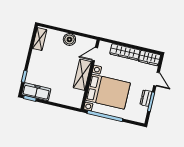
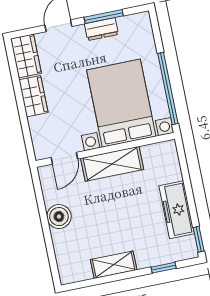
shelving: (40, 39) -> (114, 265), moved
wardrobe: (125, 52) -> (33, 96), width x0.67
door: (95, 54) -> (64, 158), hinge flipped
freezer: (36, 92) -> (177, 210), moved

